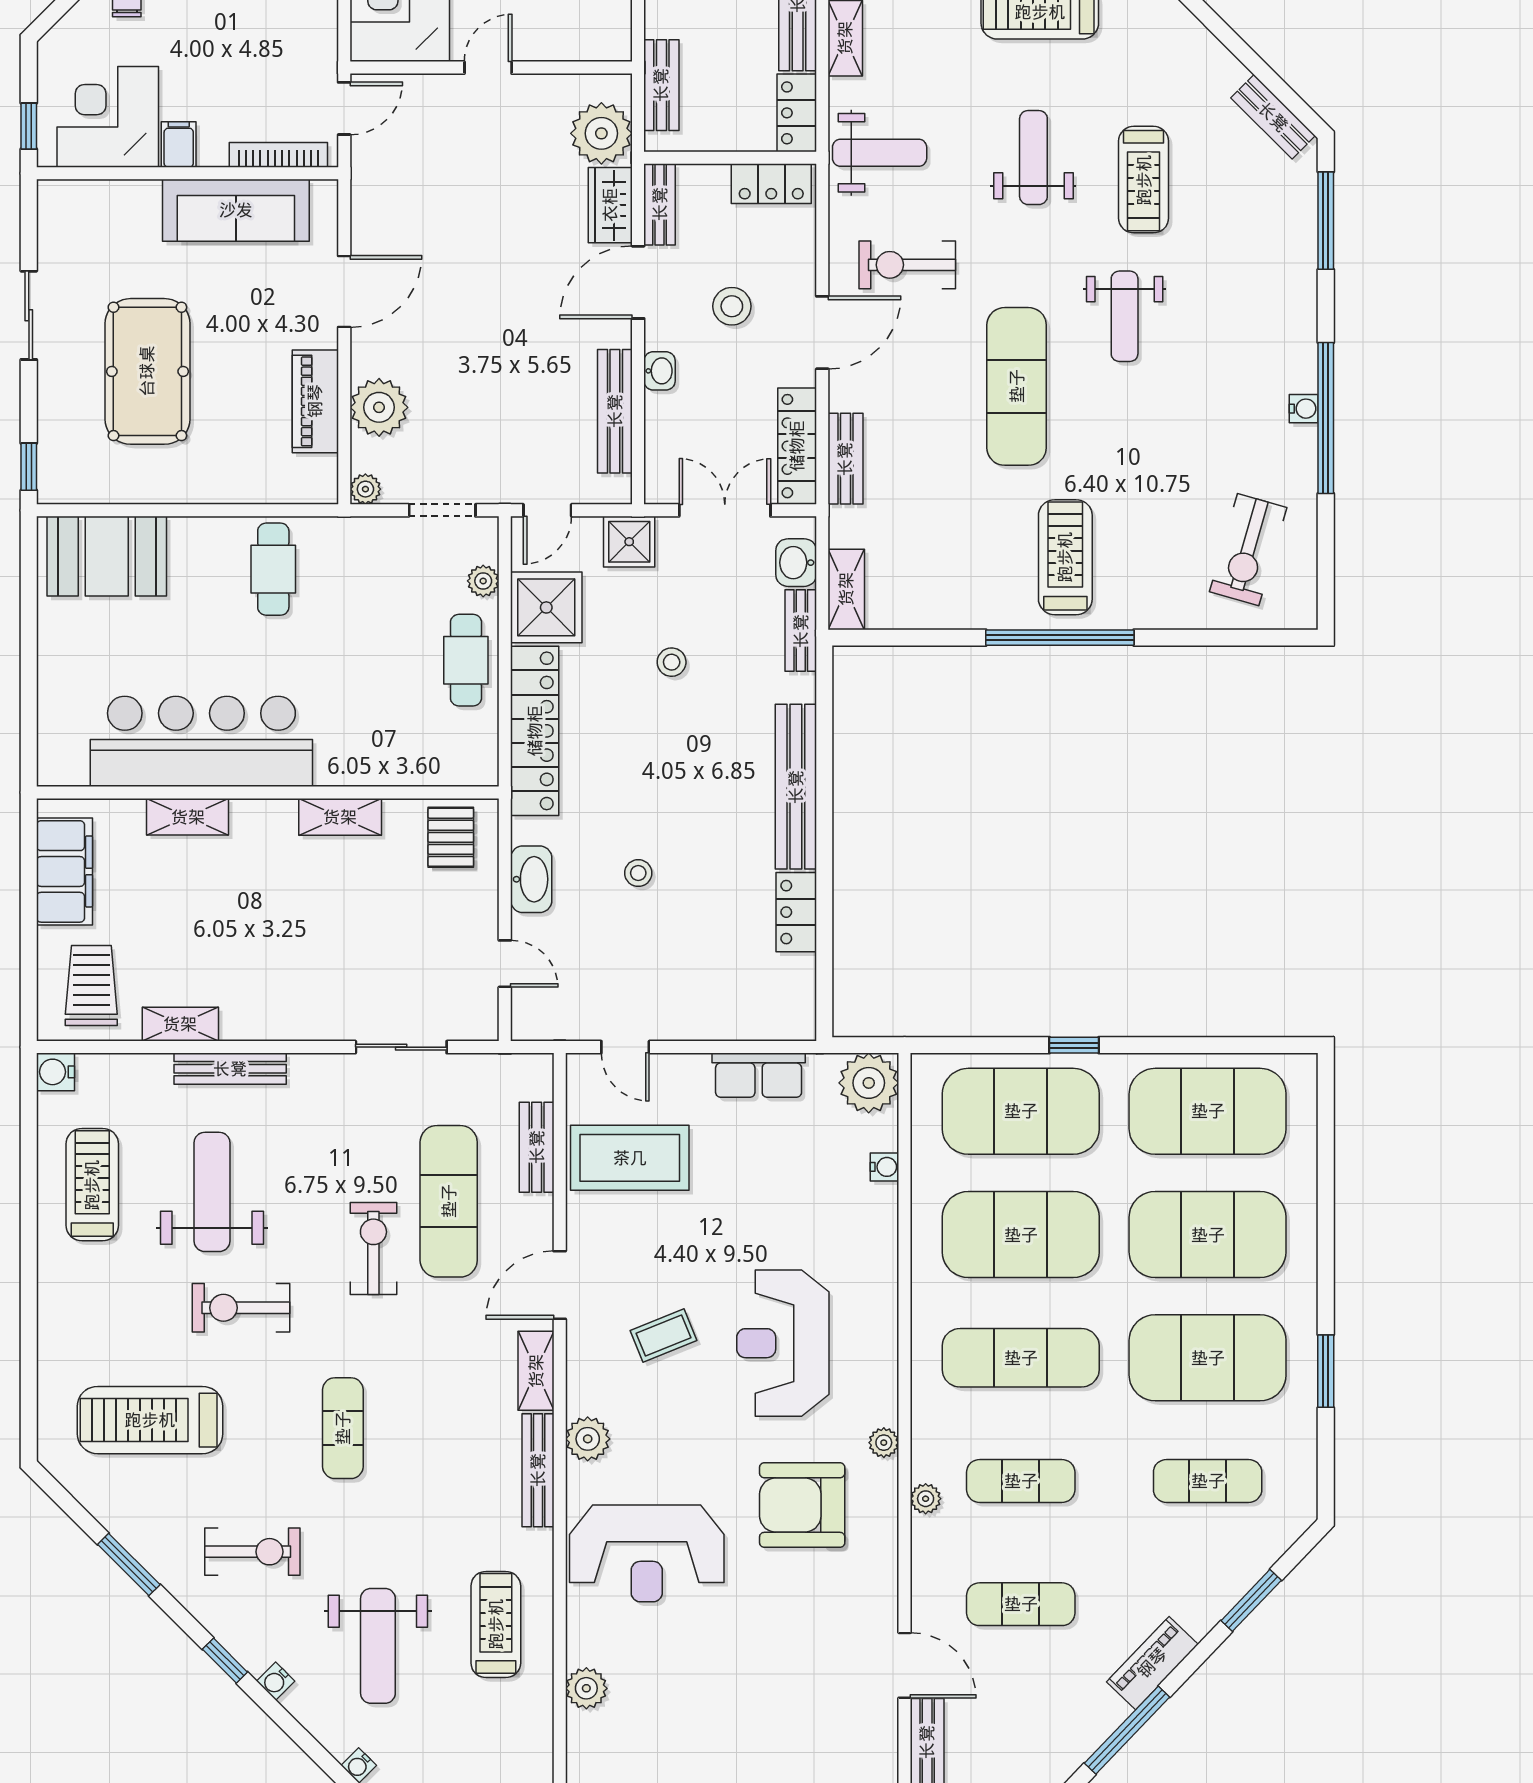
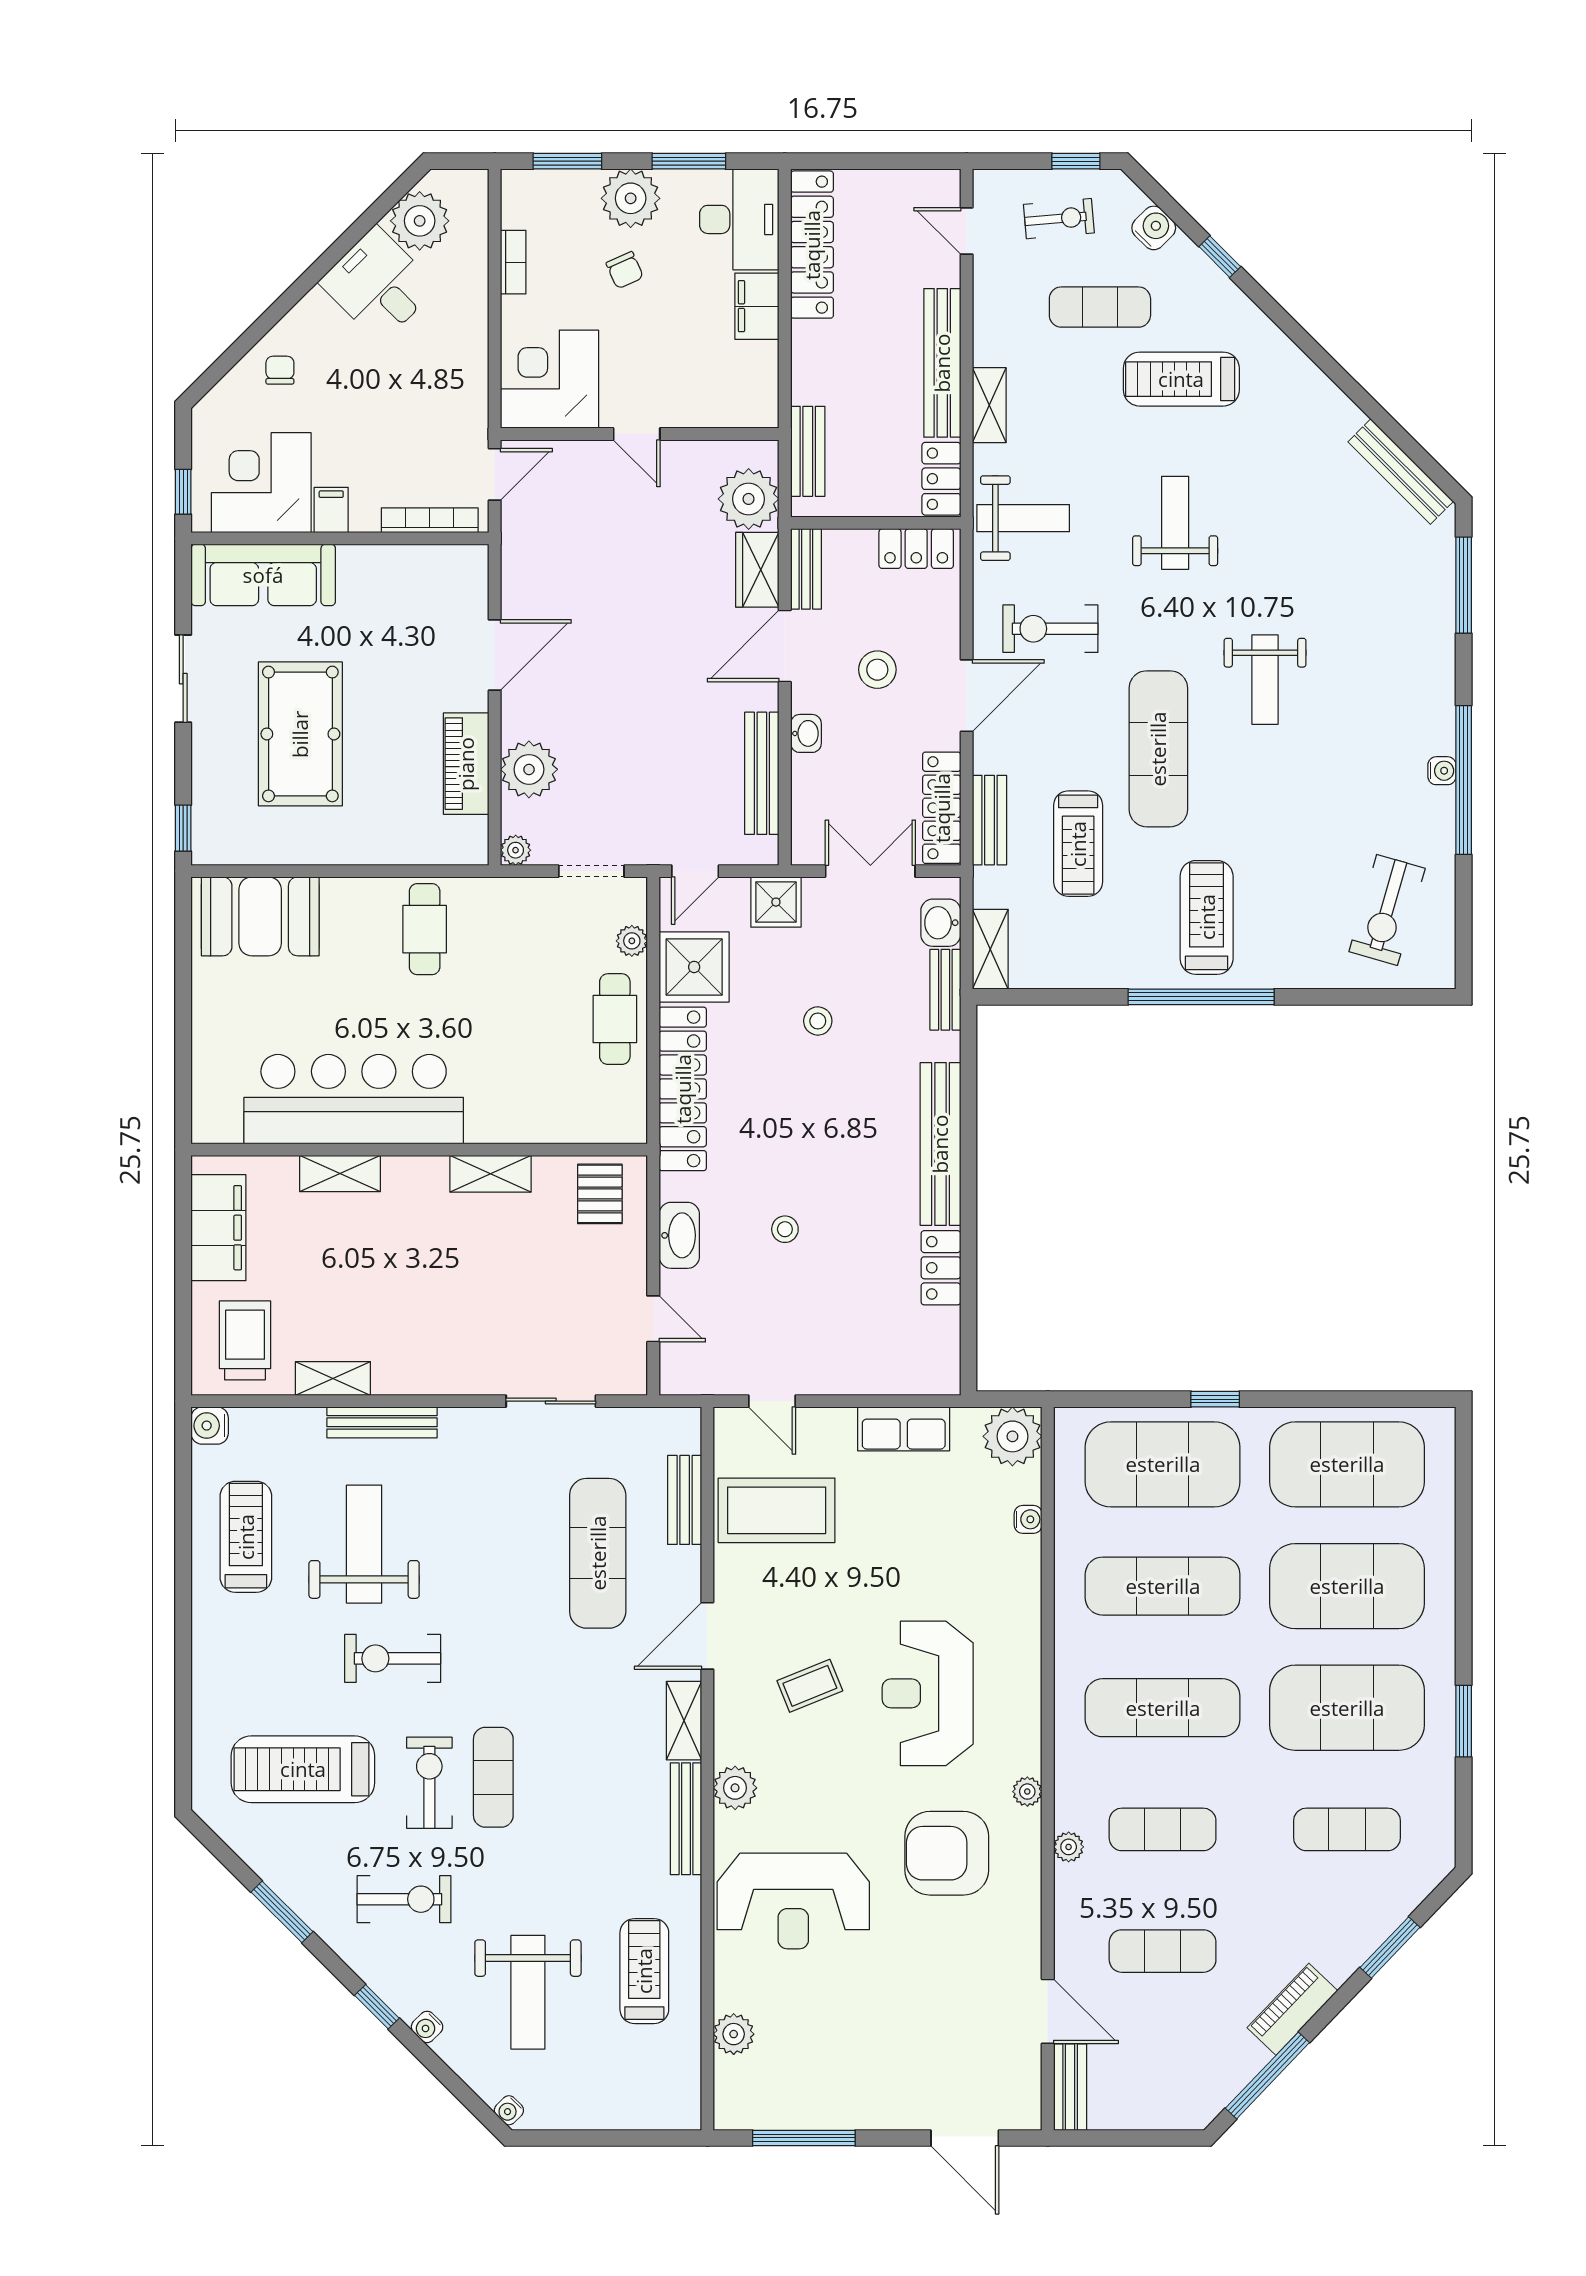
door: (488, 68) -> (637, 434), swing flipped
bench: (1273, 117) -> (1401, 472), width x1.36
treadmill: (1144, 180) -> (1078, 844), moved
sofa: (236, 210) -> (263, 575), moved
exercise mat: (1021, 1235) -> (1163, 1586), width x0.68
exercise bike: (373, 1248) -> (429, 1783), moved

